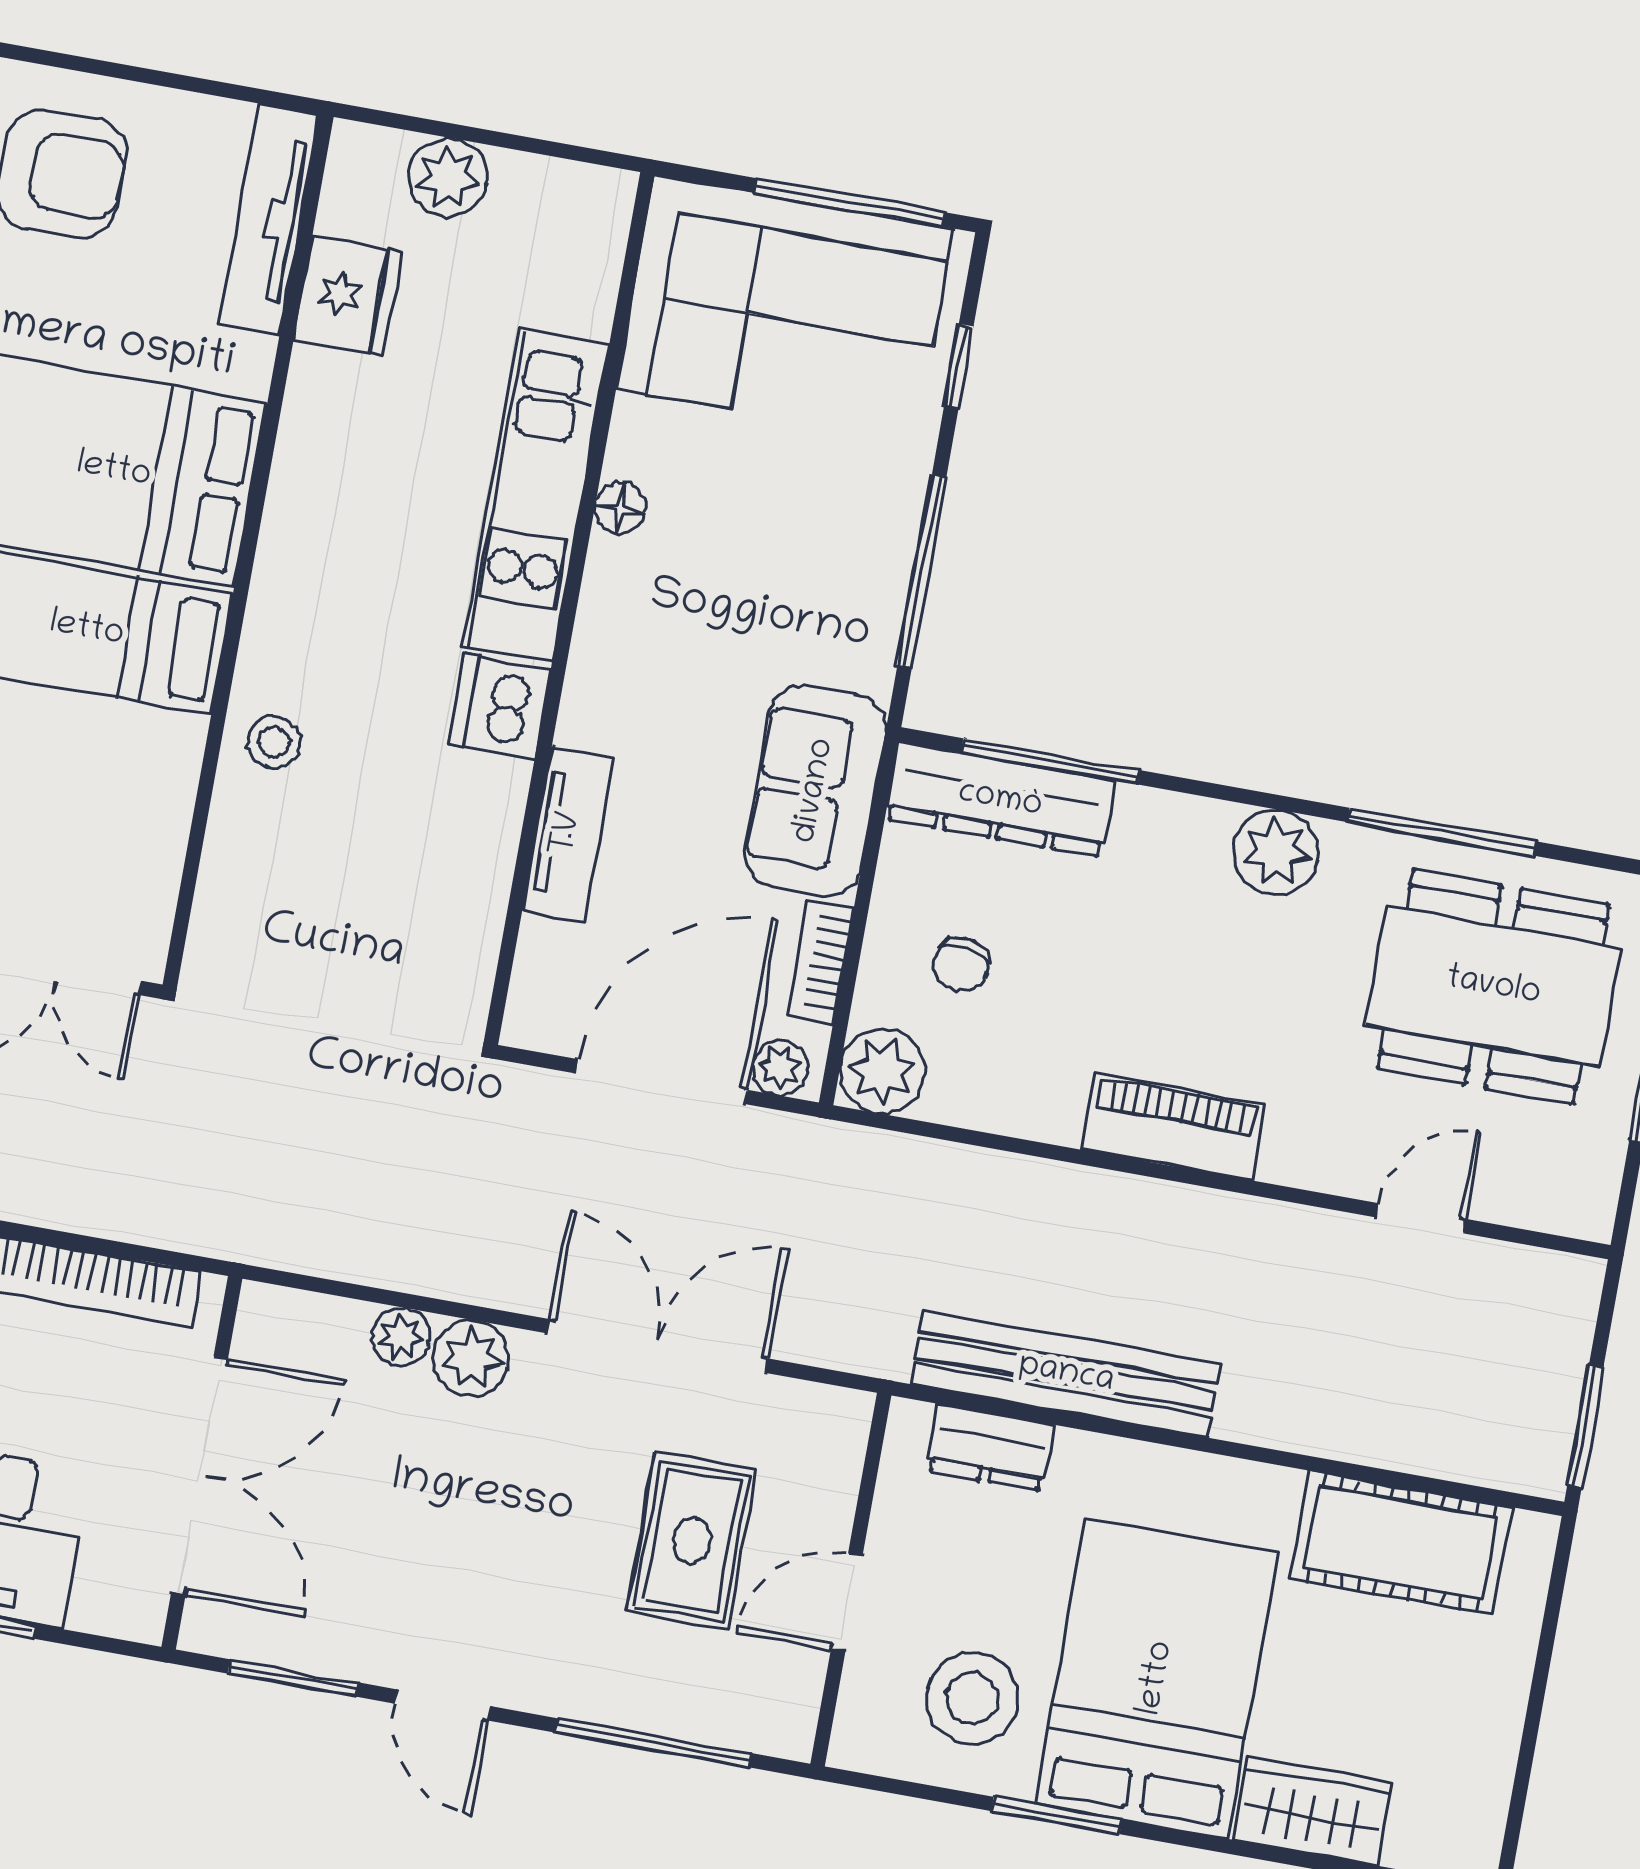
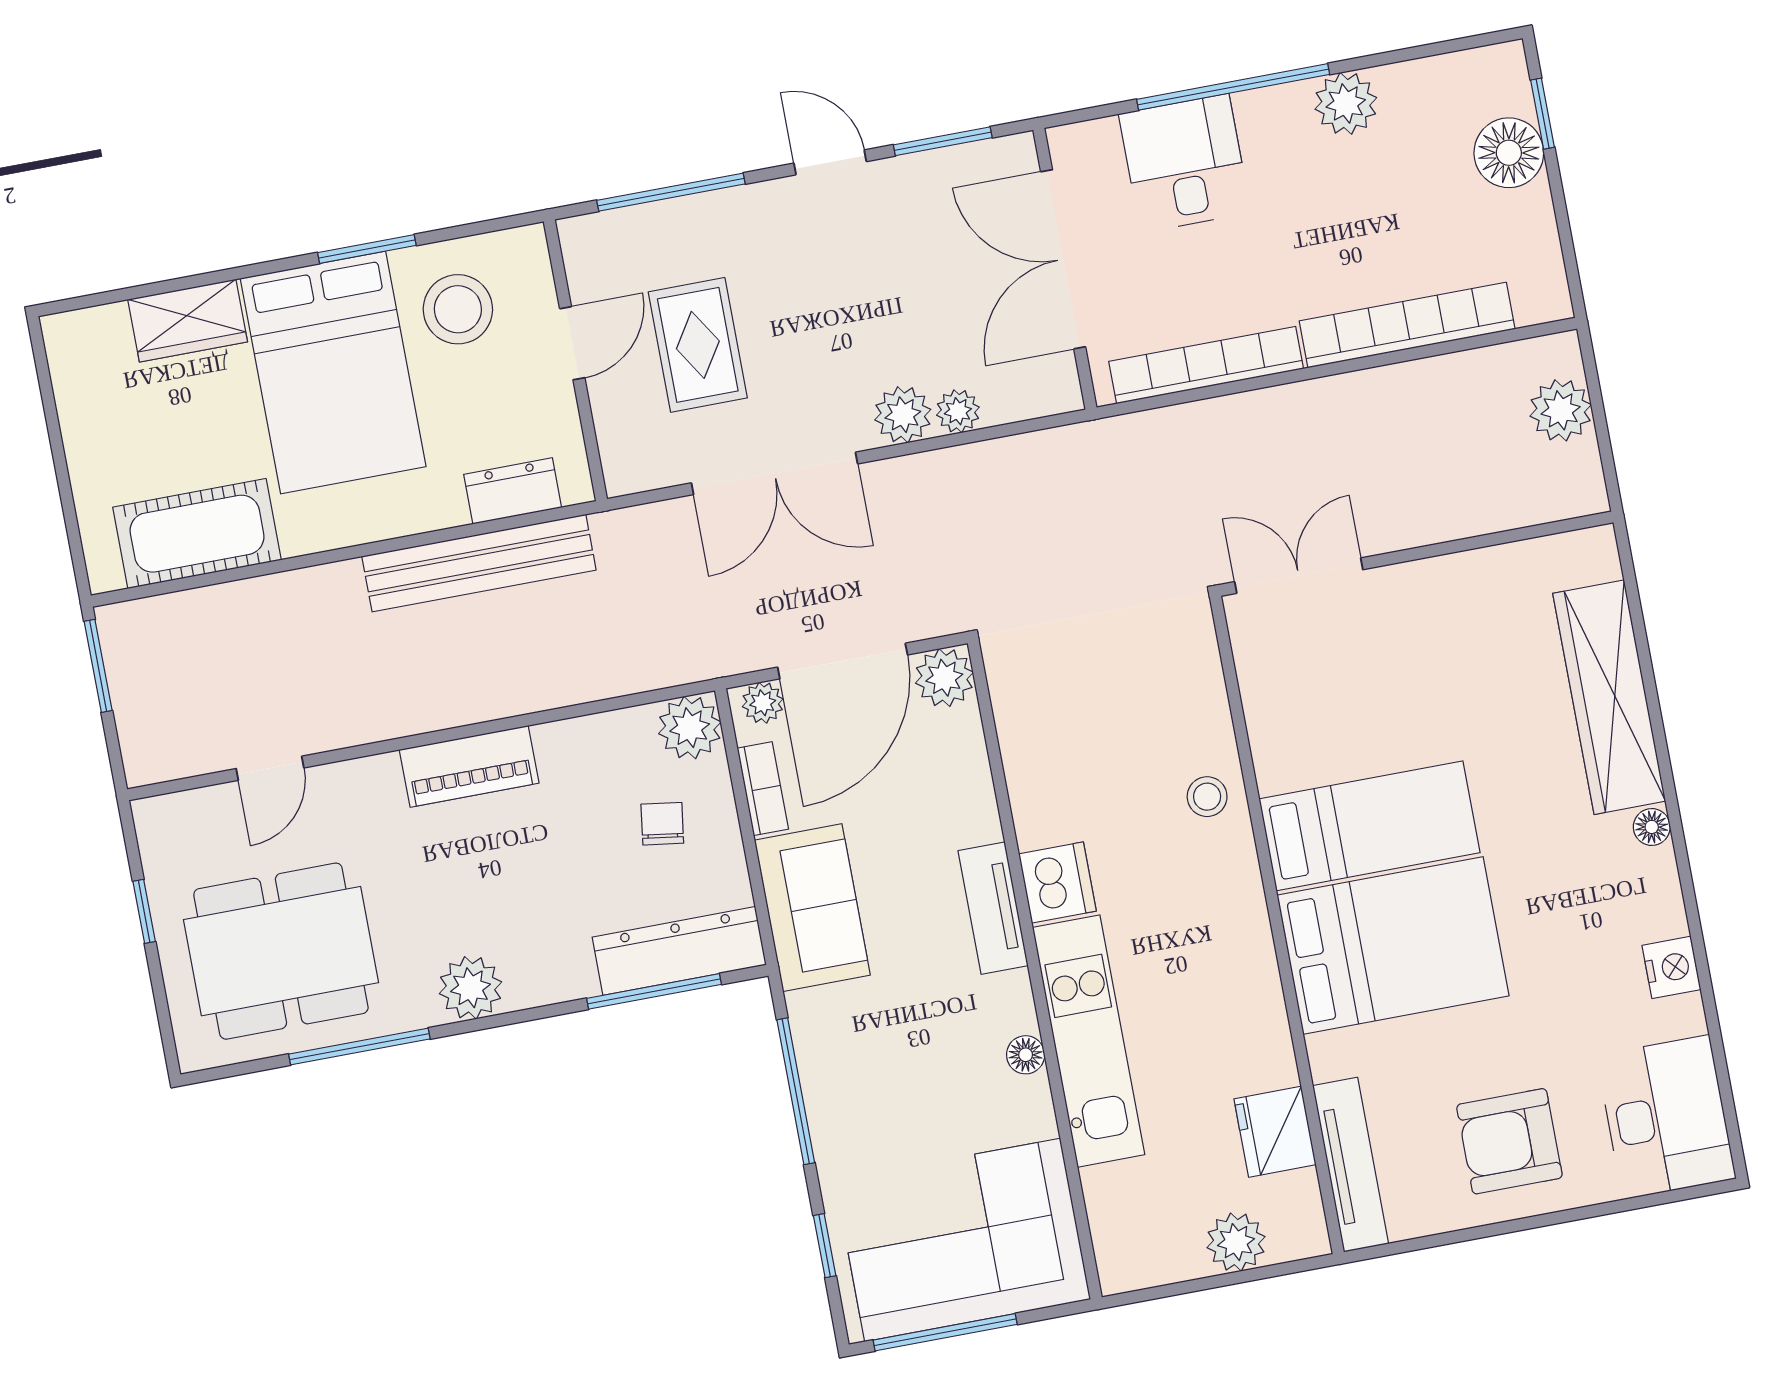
tv unit: (568, 834) -> (993, 908), moved
plant: (543, 1013) -> (944, 678), added

